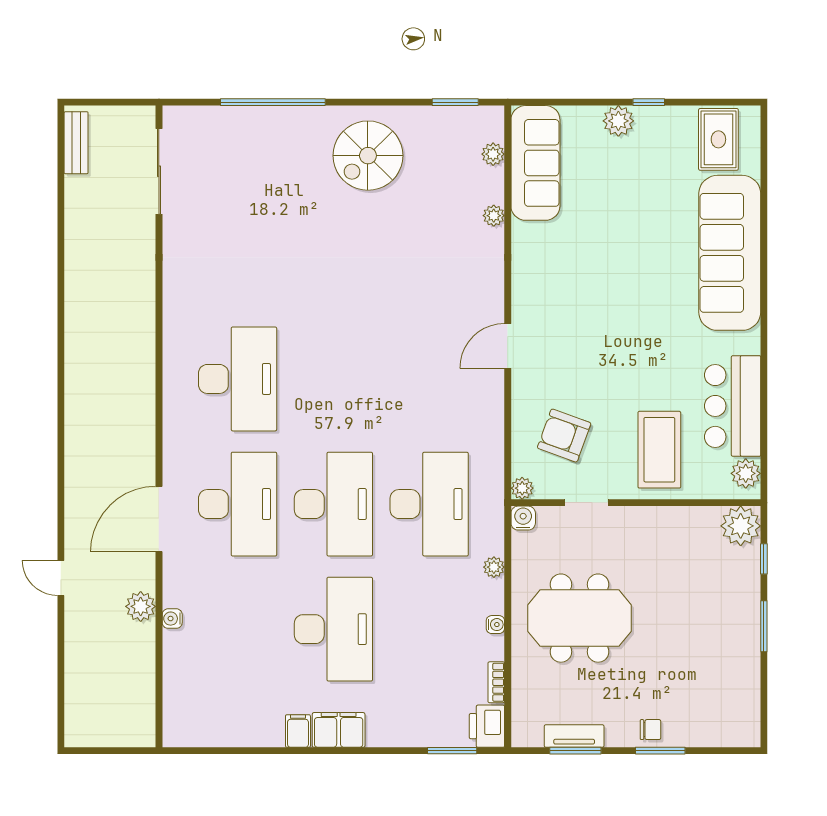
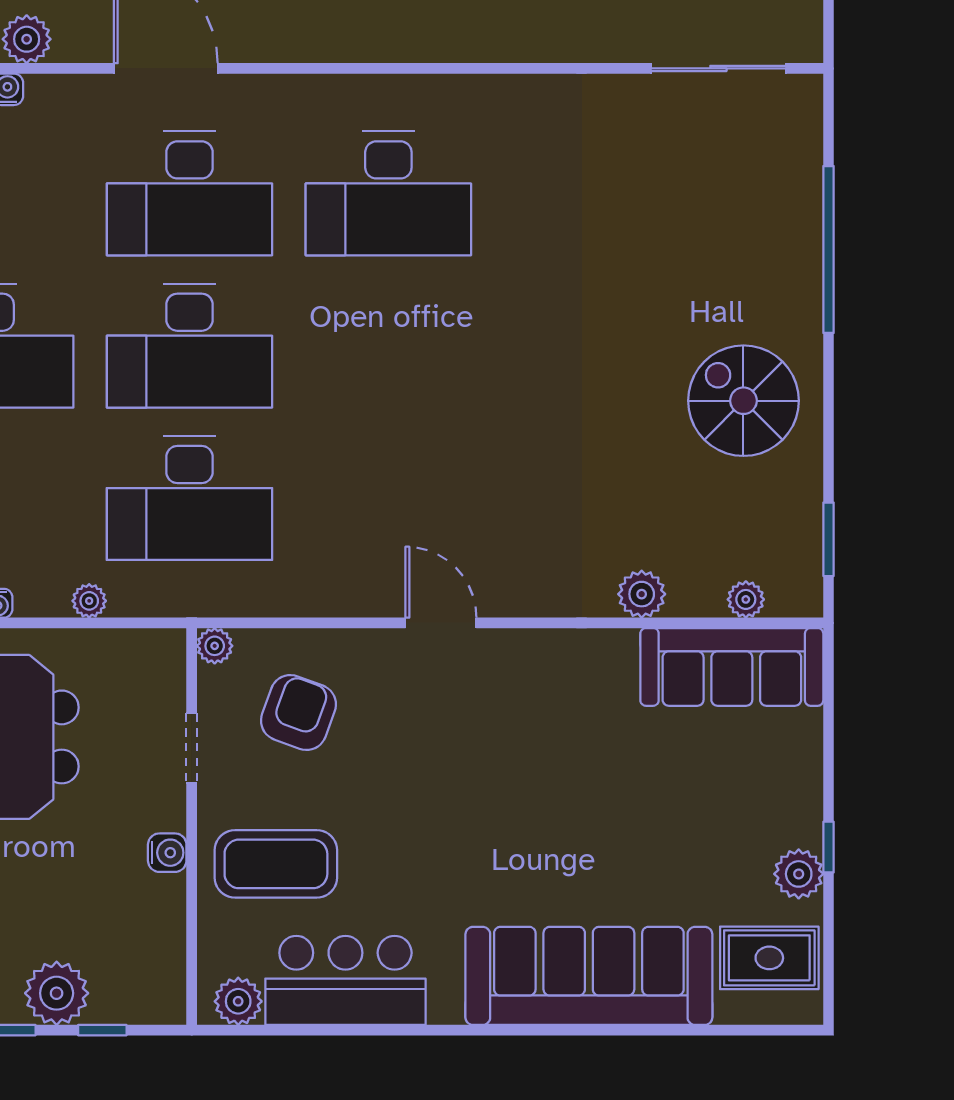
plant: (618, 121) -> (799, 874), moved
plant: (494, 216) -> (642, 594), width x1.38, depth x1.38
water cooler: (523, 518) -> (167, 853), moved
plant: (741, 526) -> (57, 993), moved

